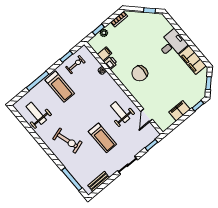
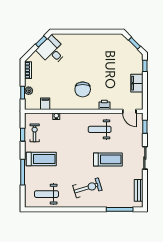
desk: (172, 44) -> (52, 51), moved, turned -45
filing cabinet: (193, 60) -> (107, 41), removed
printer: (110, 63) -> (104, 105), moved
door: (147, 115) -> (129, 111), moved

